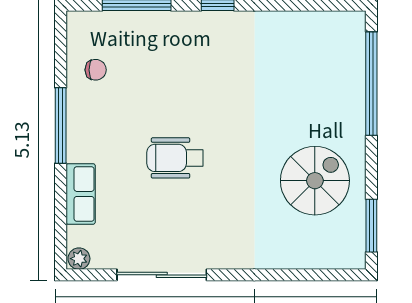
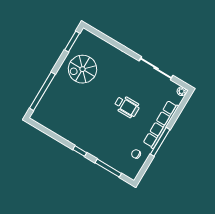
row of seats: (81, 194) -> (161, 124), width x2.02

